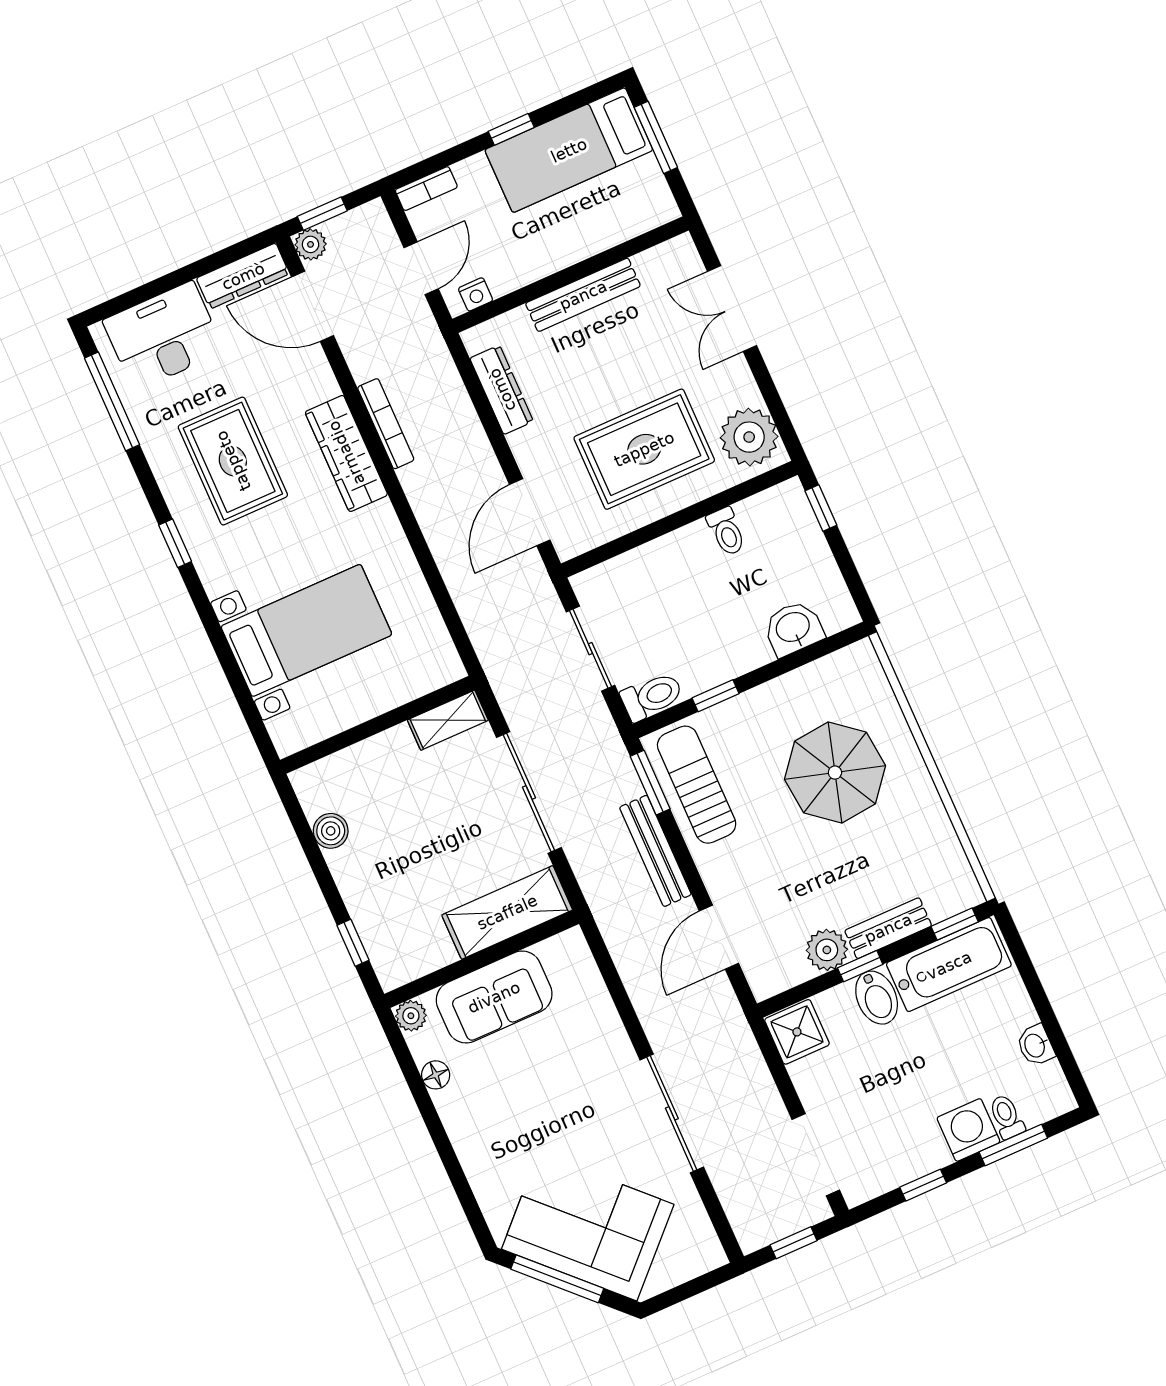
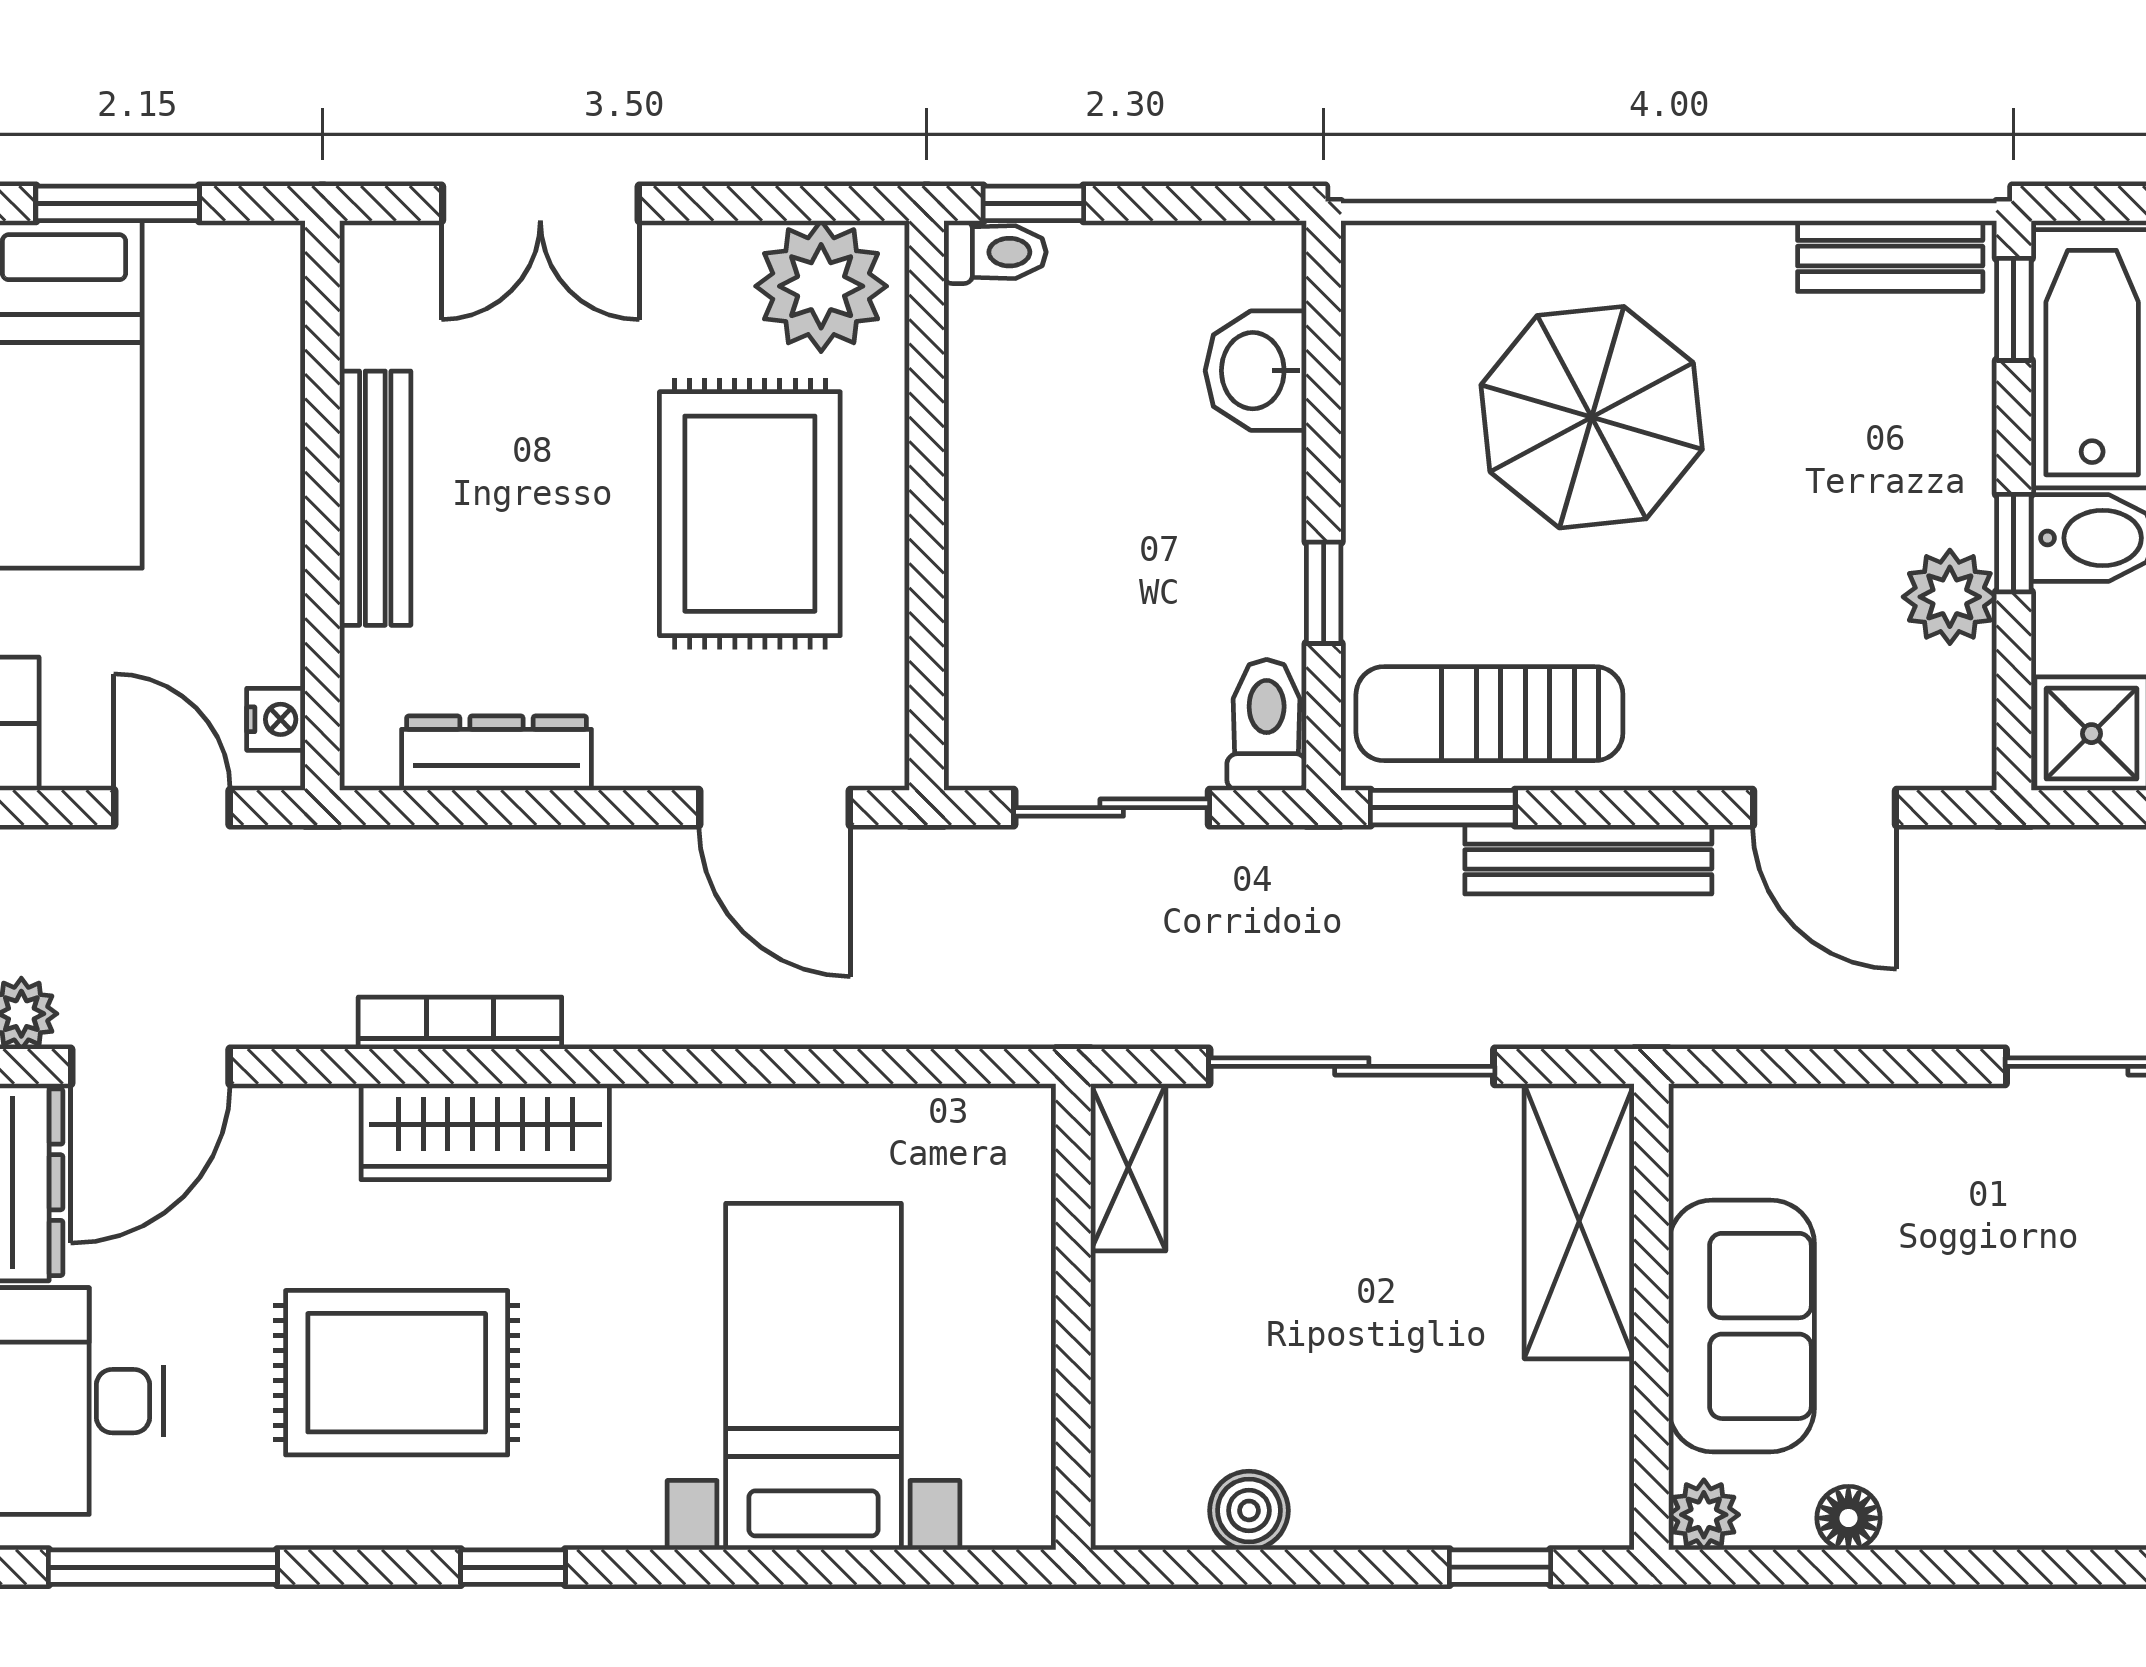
toilet: (726, 531) -> (995, 252), moved
bench: (888, 928) -> (1890, 256), moved, turned 90

